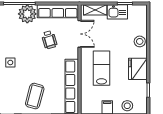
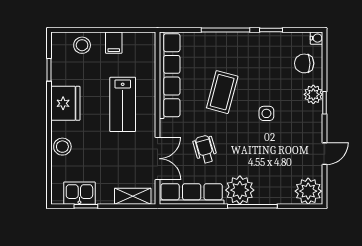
kitchen sink: (117, 12) -> (79, 193), moved
double door: (79, 34) -> (157, 159), swing flipped
coffee table: (35, 96) -> (222, 92), moved

